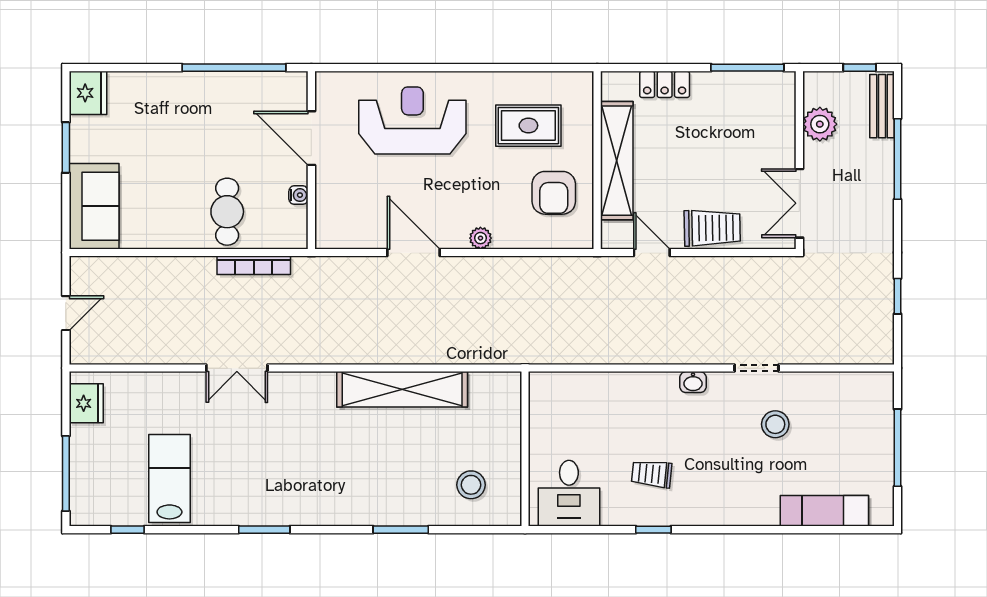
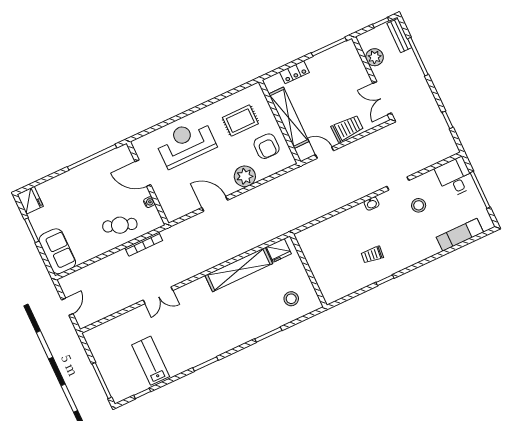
cafe table: (227, 212) -> (120, 225), turned -71
plant: (480, 238) -> (245, 176), width x1.87, depth x1.87
fridge: (86, 403) -> (279, 250), moved, turned 90
desk: (569, 493) -> (455, 177), moved, turned 180

